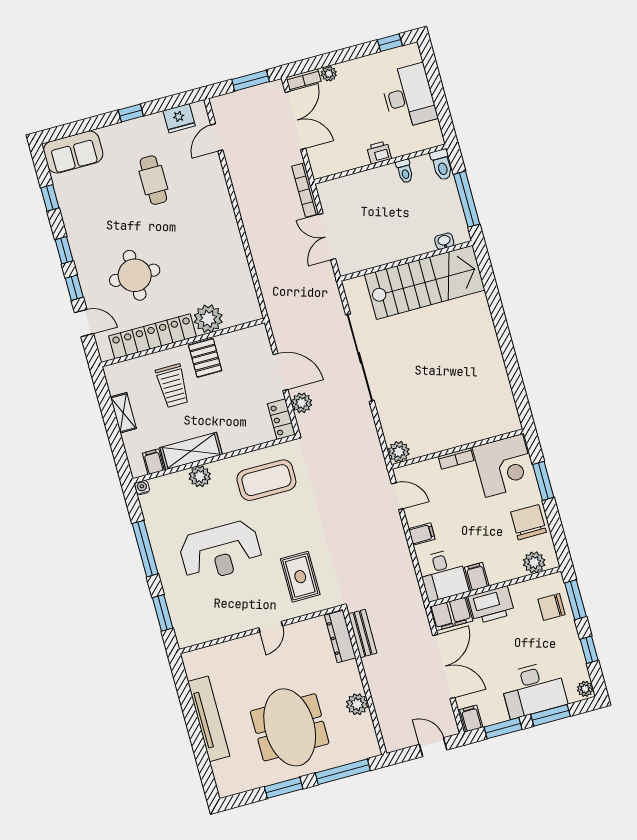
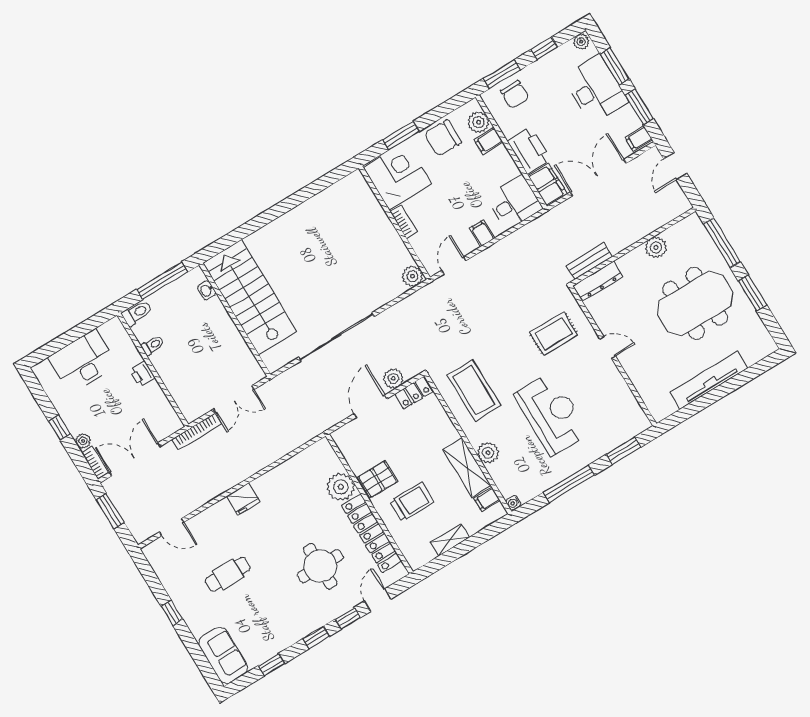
window: (390, 43) -> (59, 428), moved
fridge: (179, 118) -> (243, 499), moved, turned 90
filing cabinet: (477, 577) -> (488, 141), moved

